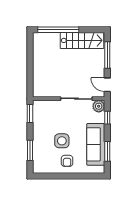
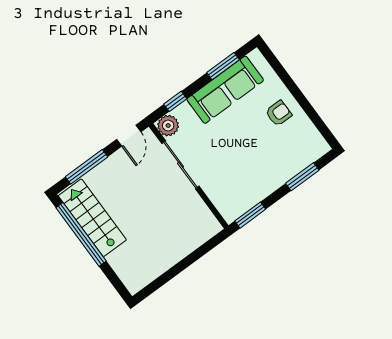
window: (58, 30) -> (81, 234), moved
side table: (62, 141) -> (256, 142), removed

